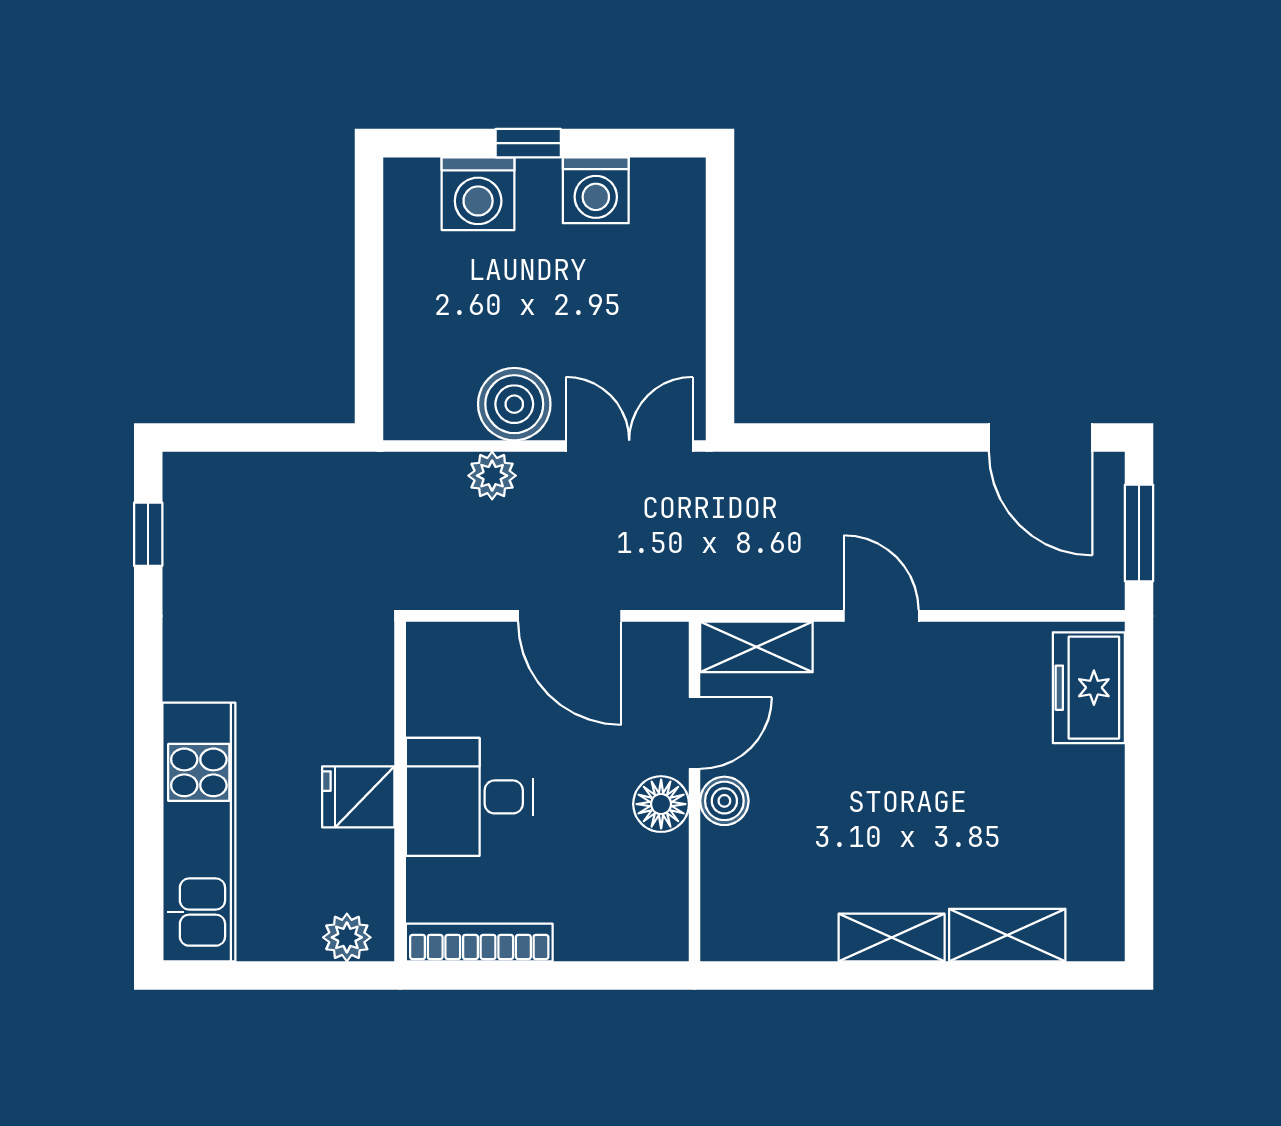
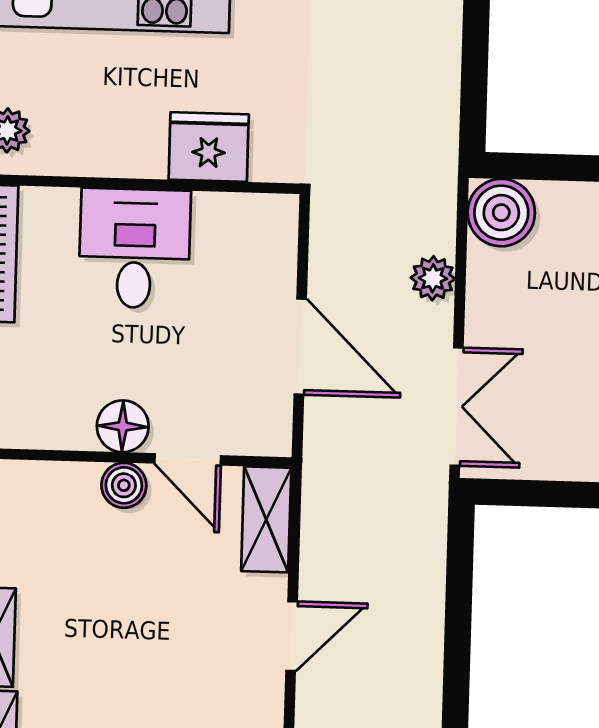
boiler: (514, 404) -> (501, 213), moved
door: (570, 616) -> (300, 347), swing flipped
fridge: (358, 797) -> (209, 147), moved, width x1.38

